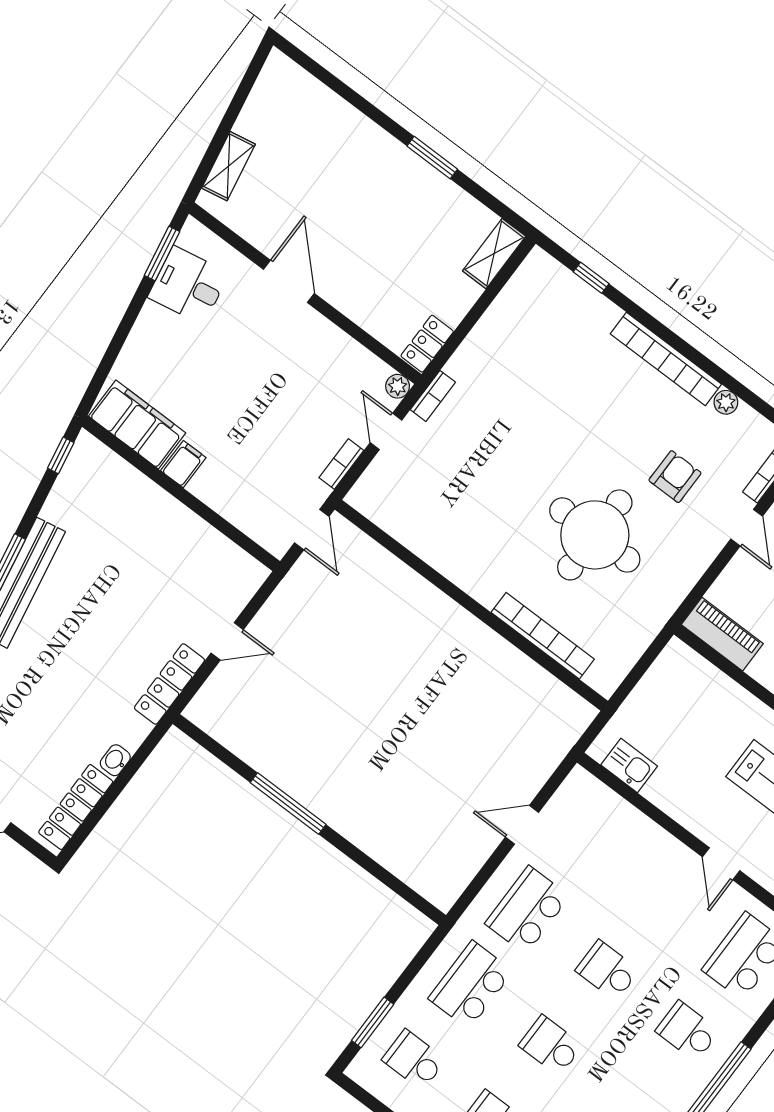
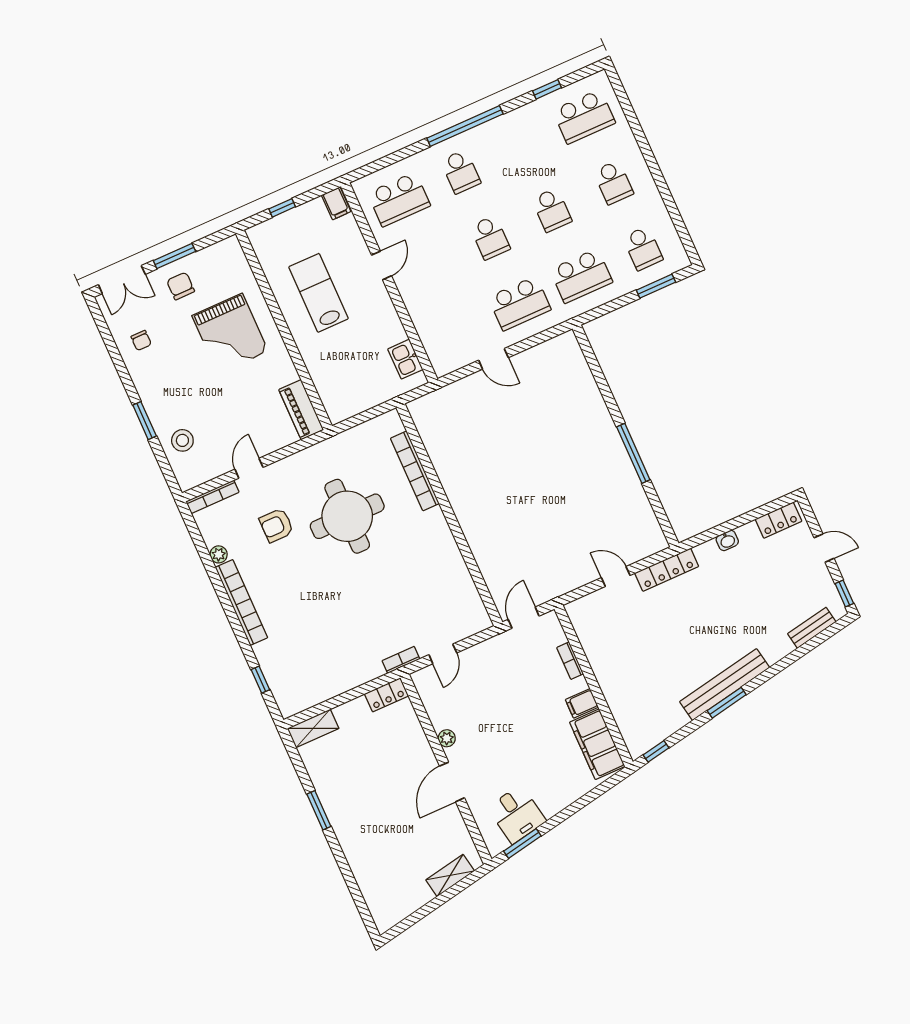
plant: (398, 386) -> (447, 738), moved
bookcase: (341, 464) -> (570, 661), moved, turned 90
locker: (76, 807) -> (778, 520), width x0.66

